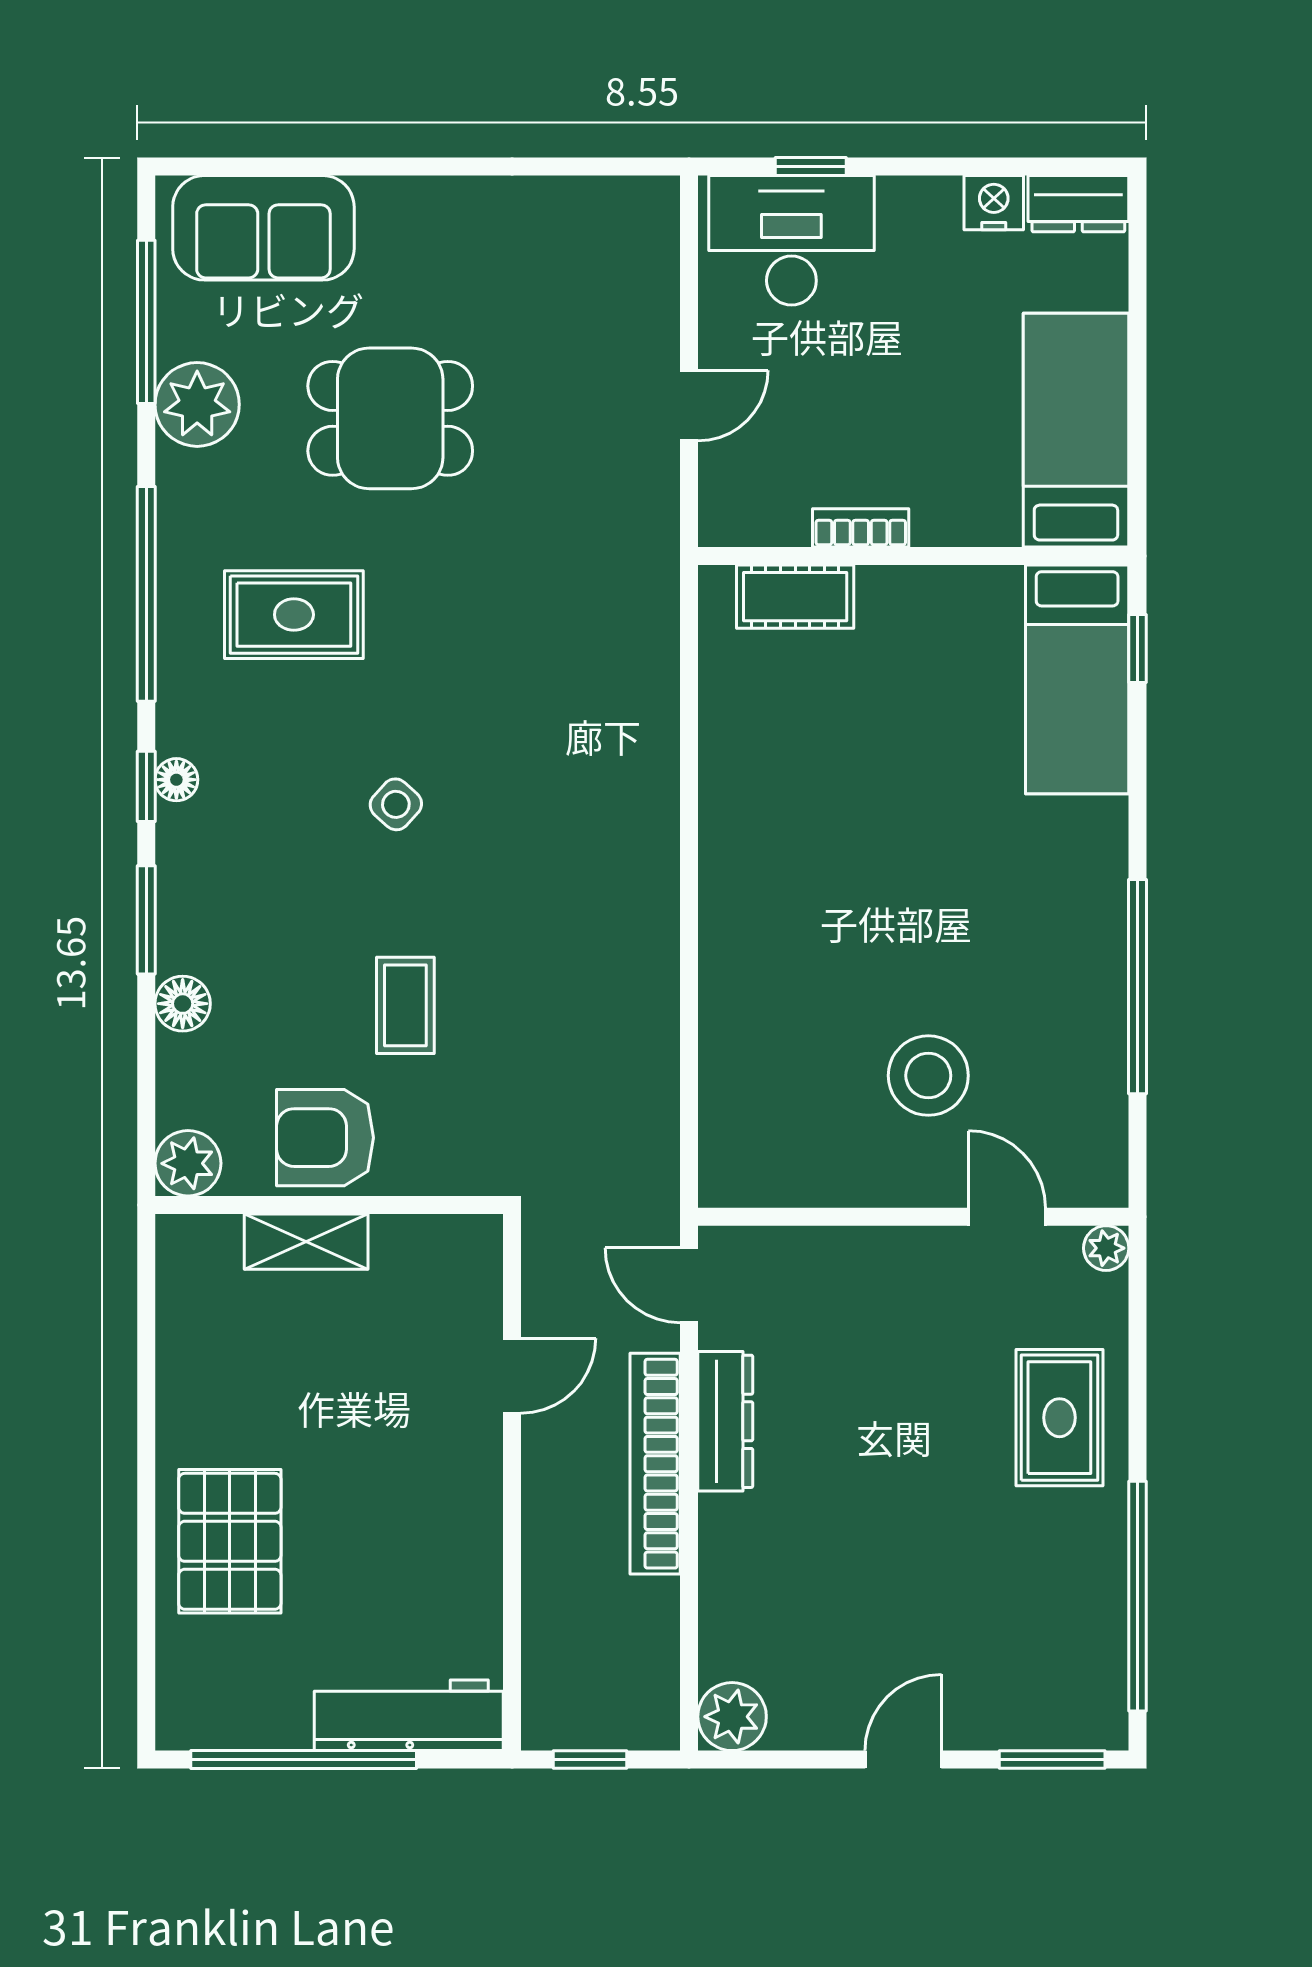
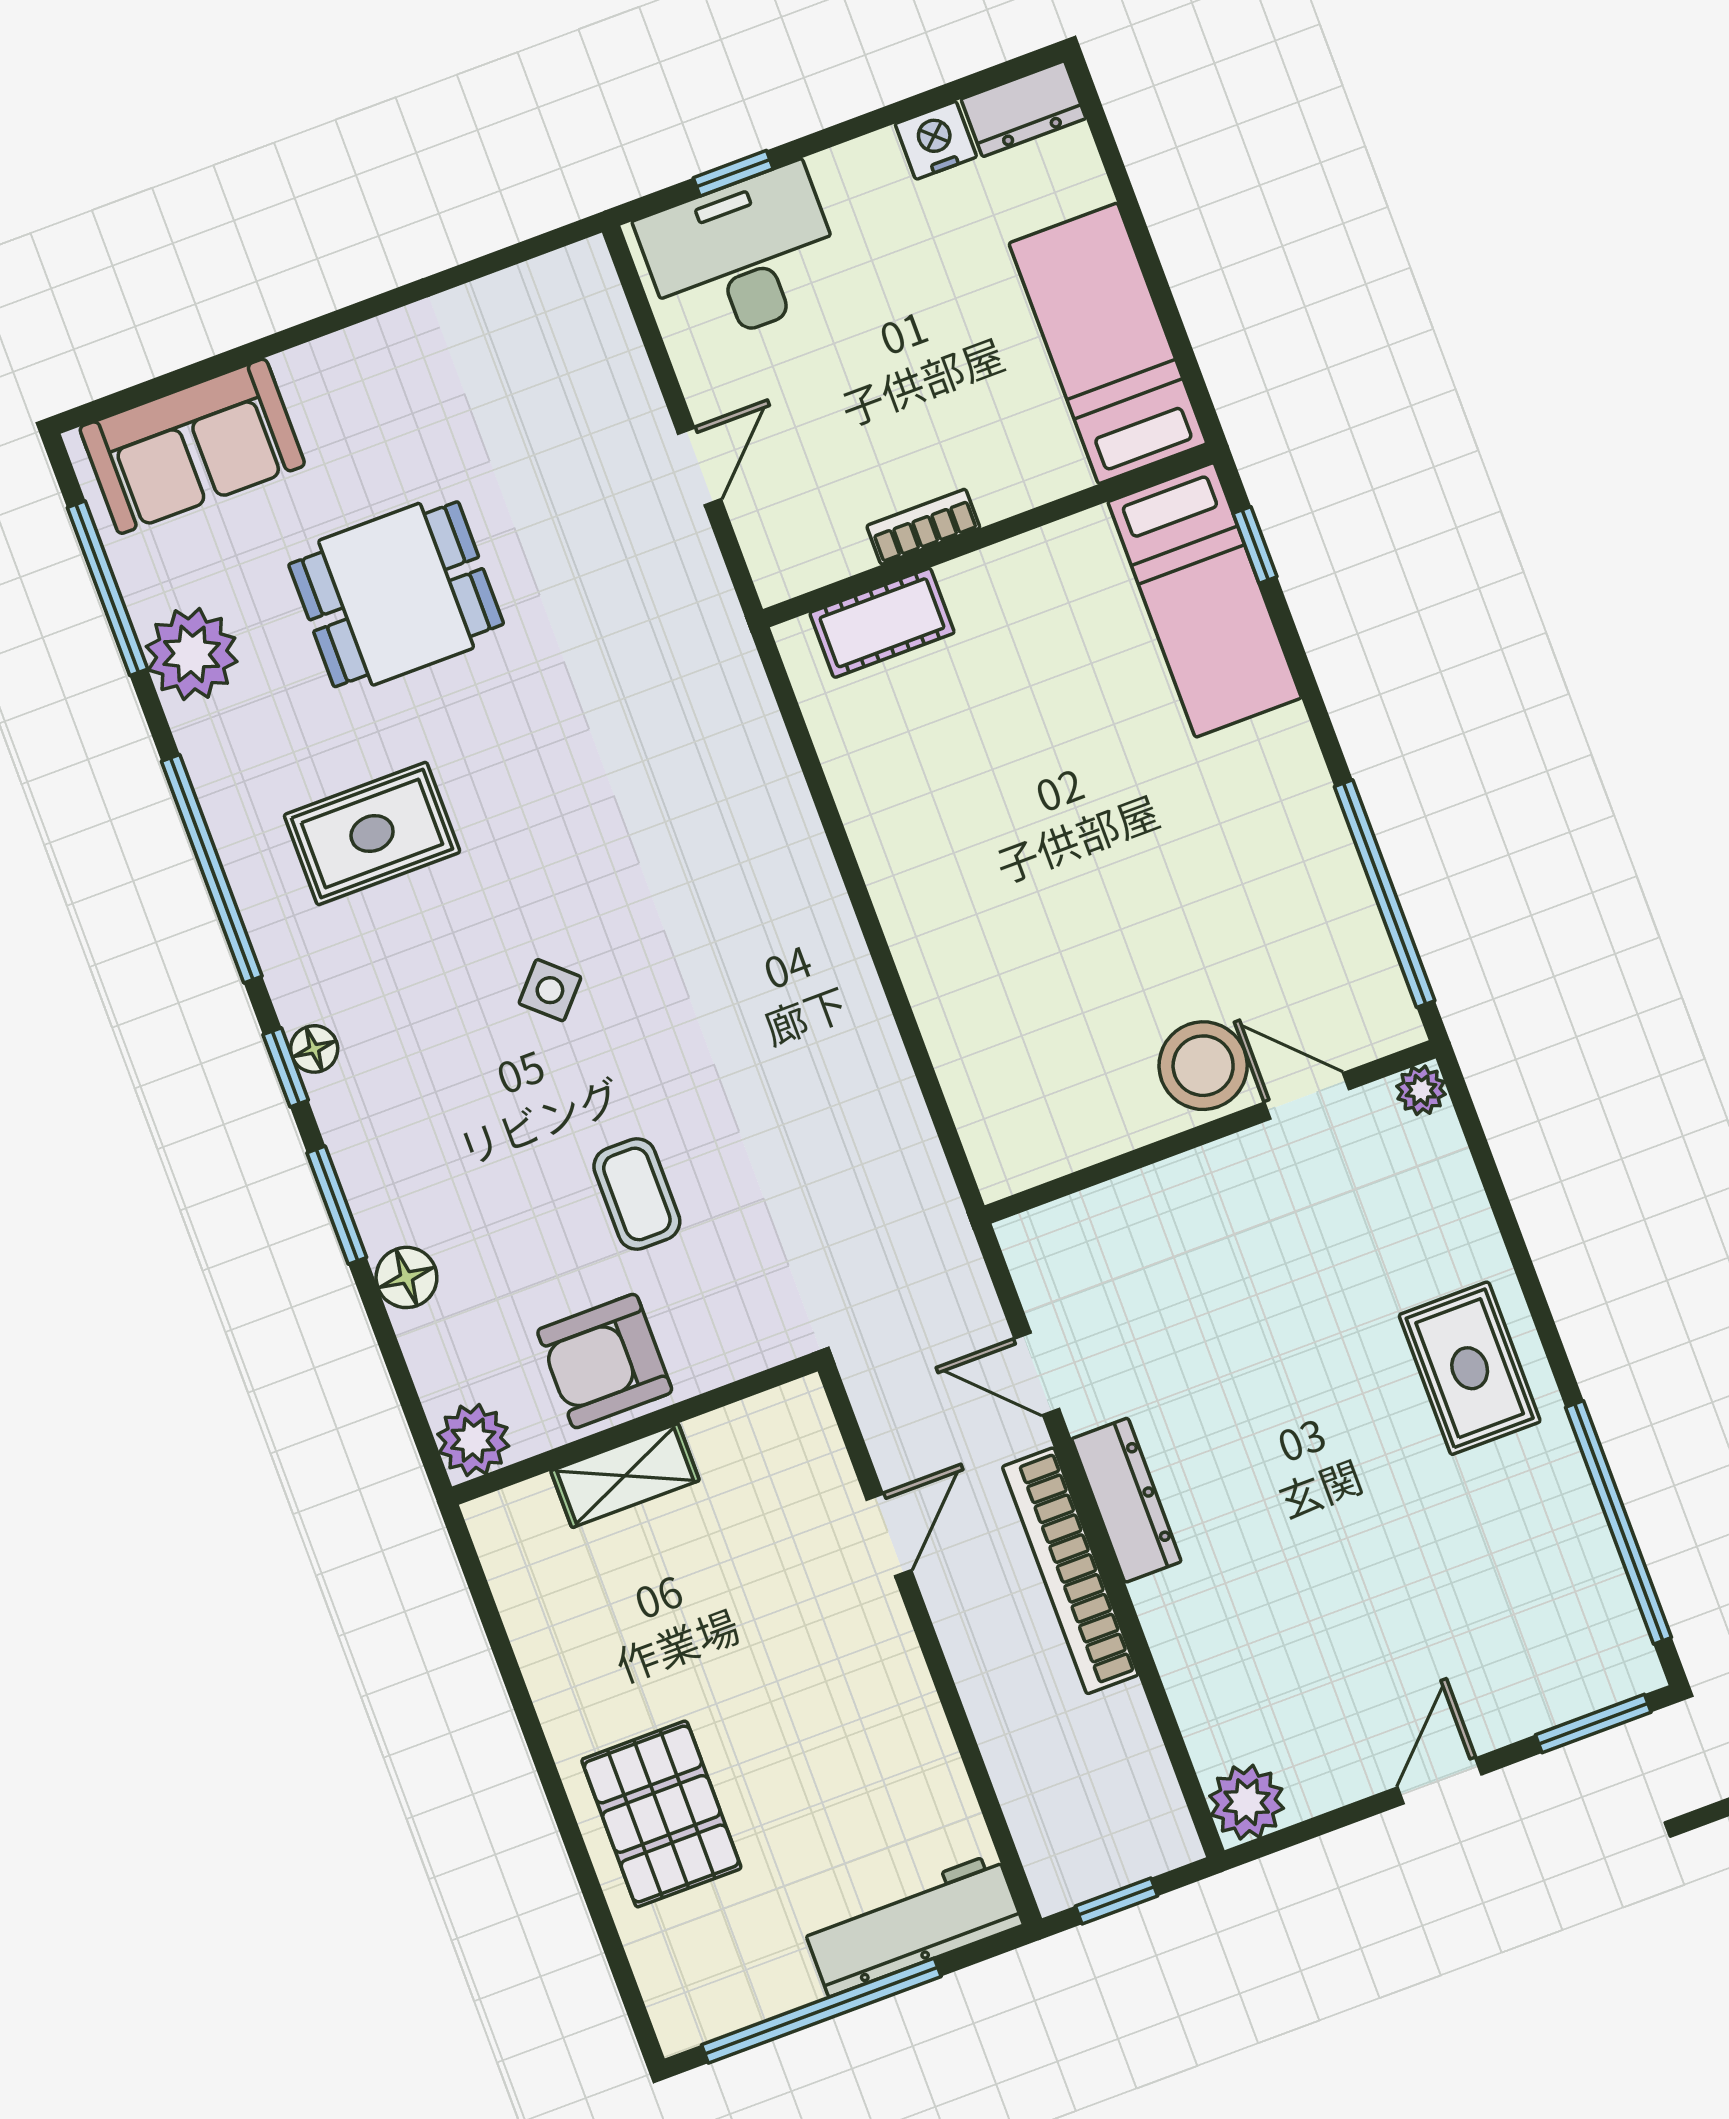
wall: (913, 1217) -> (1210, 1132), moved
door: (1007, 1217) -> (1307, 1096), moved
plant: (1106, 1248) -> (1421, 1090), moved

